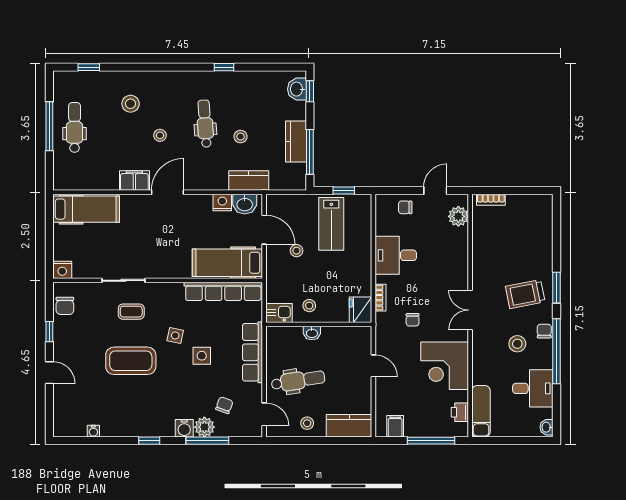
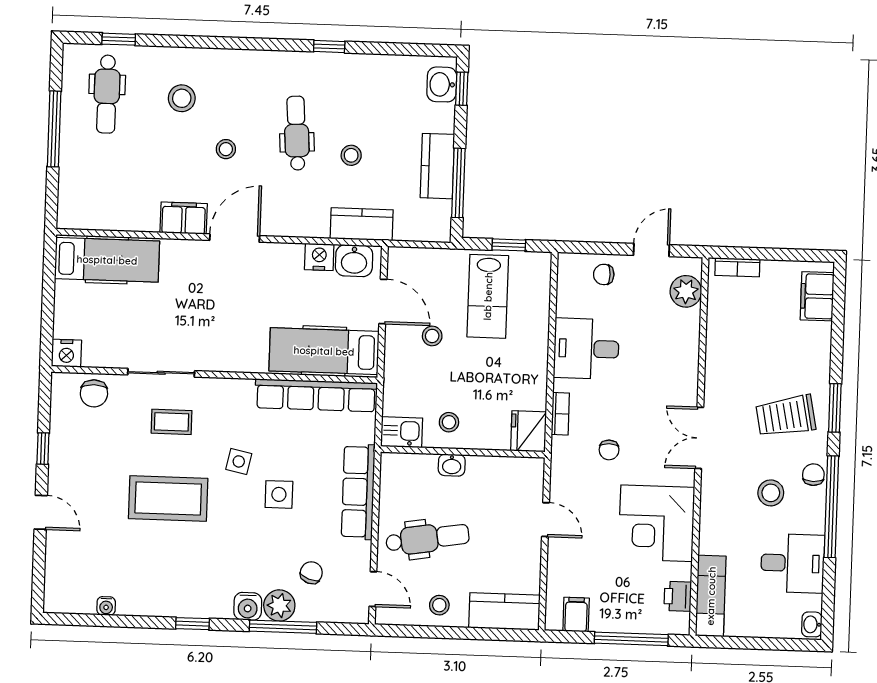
dental chair: (75, 127) -> (107, 94), moved, turned 180
filing cabinet: (543, 217) -> (817, 296), added
chair: (65, 306) -> (94, 393), moved

